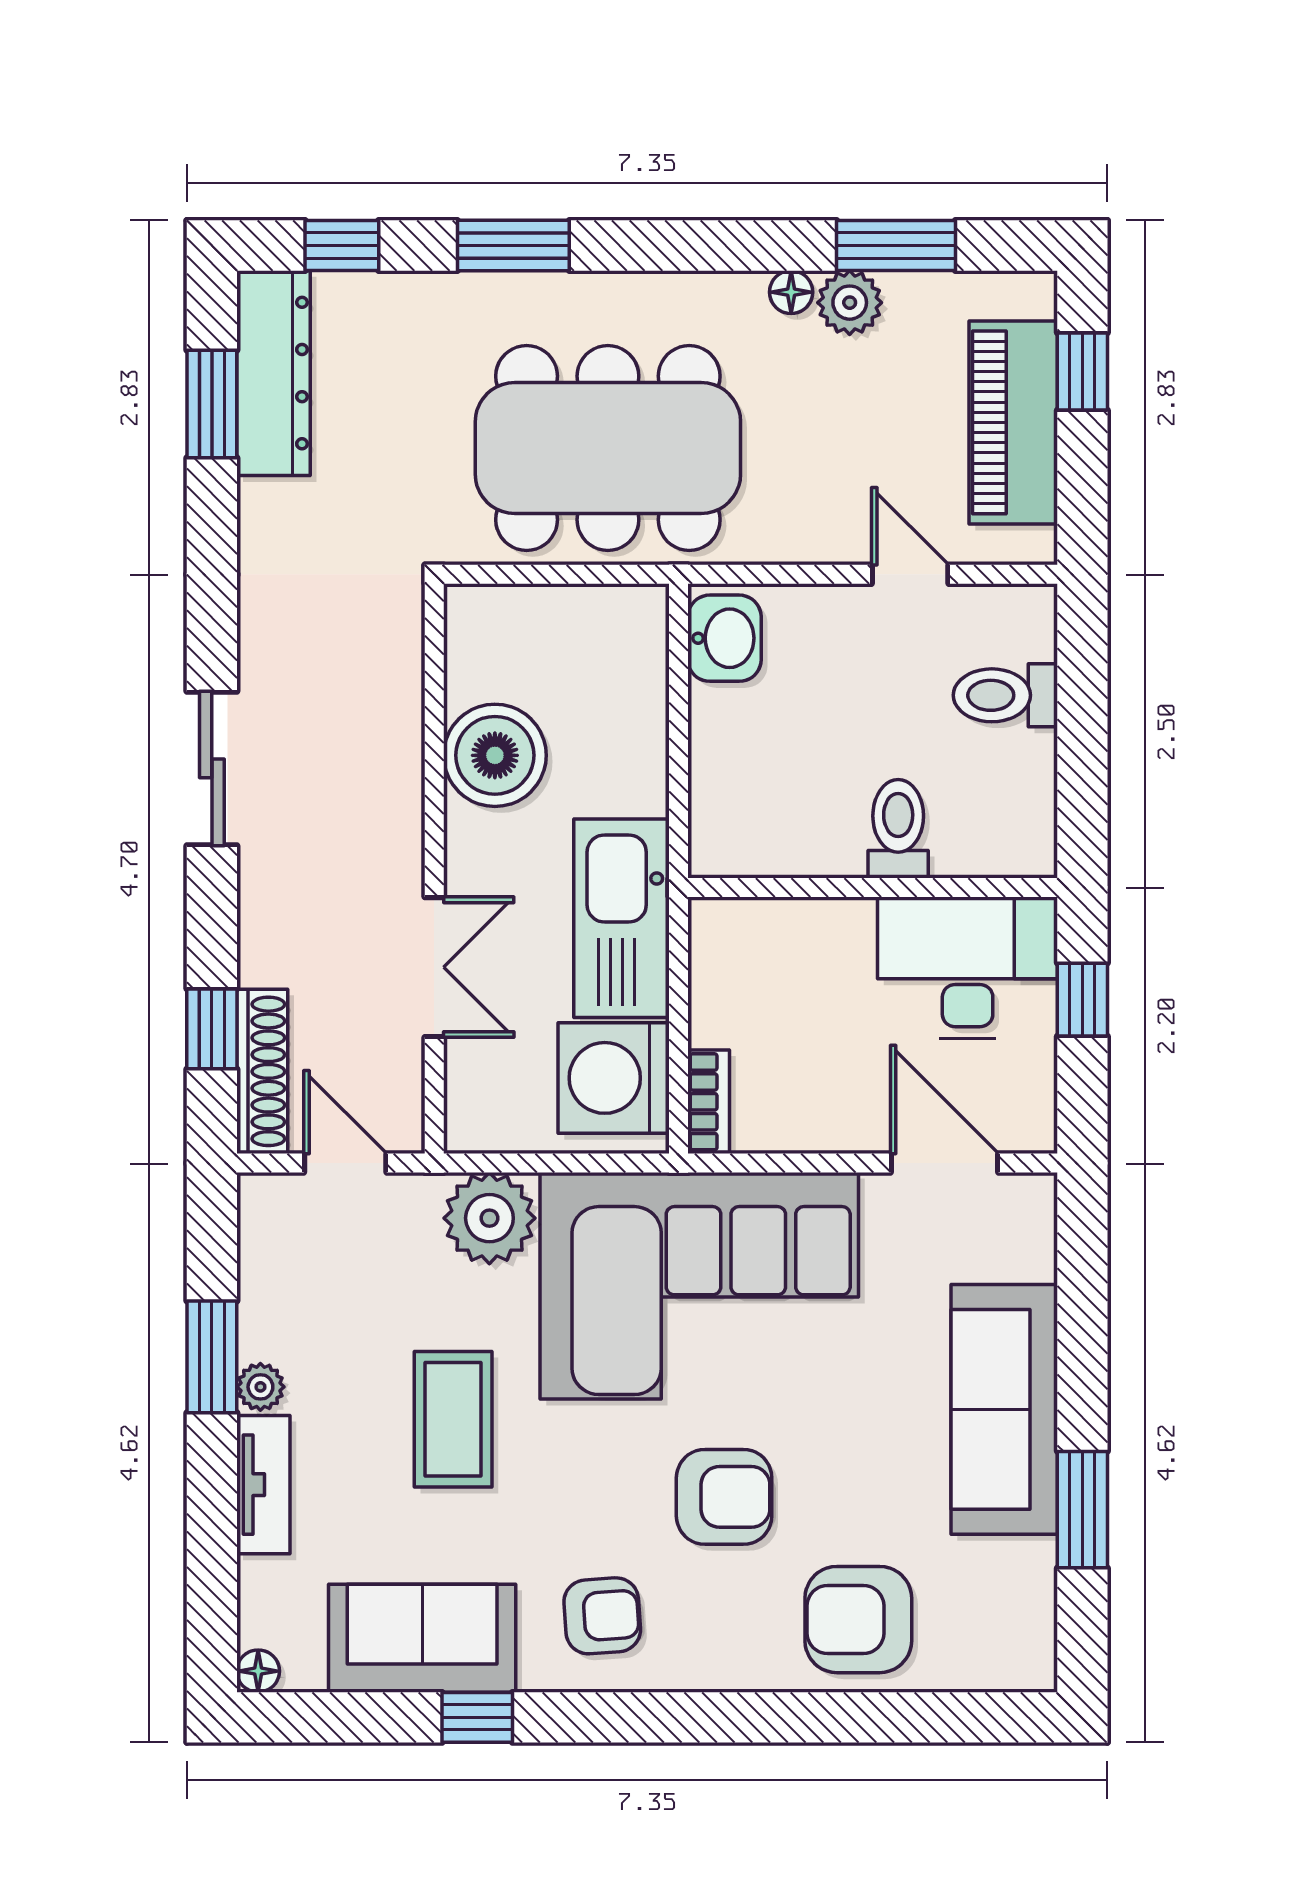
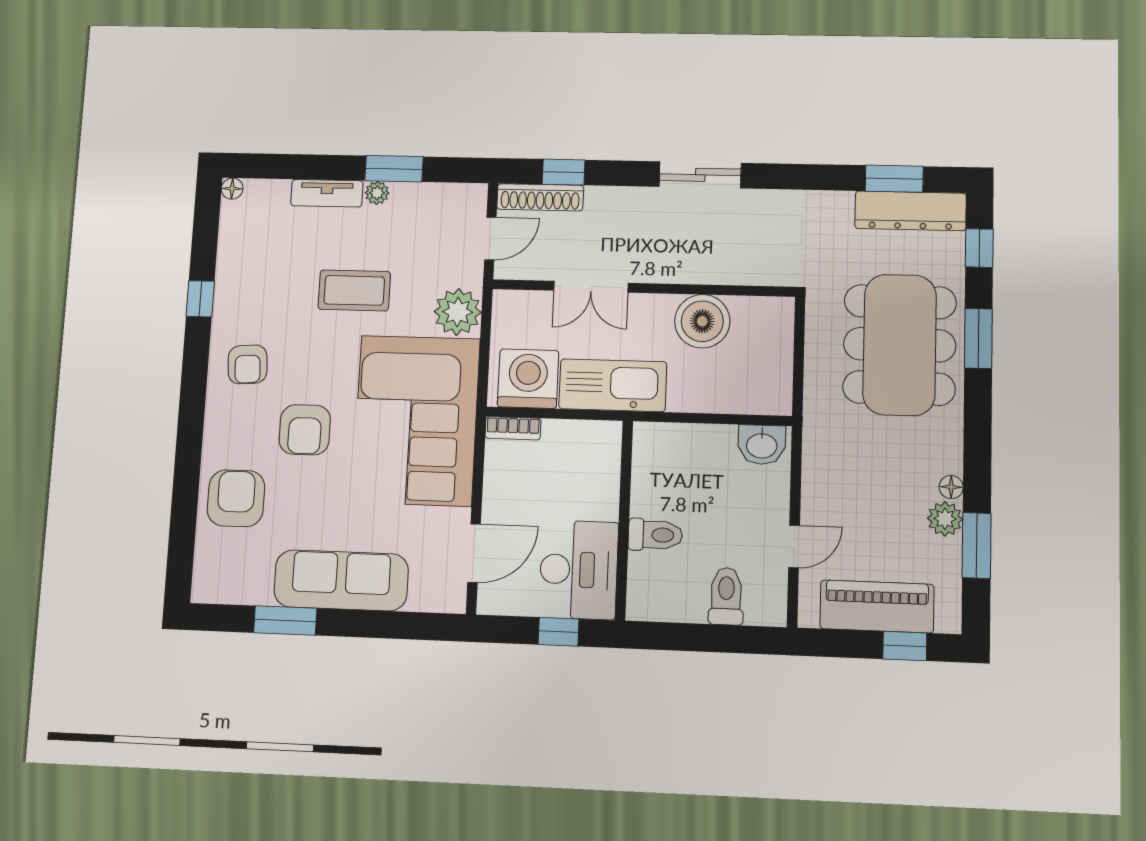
dining table: (608, 448) -> (900, 345), moved
sofa: (422, 1638) -> (243, 272), removed

